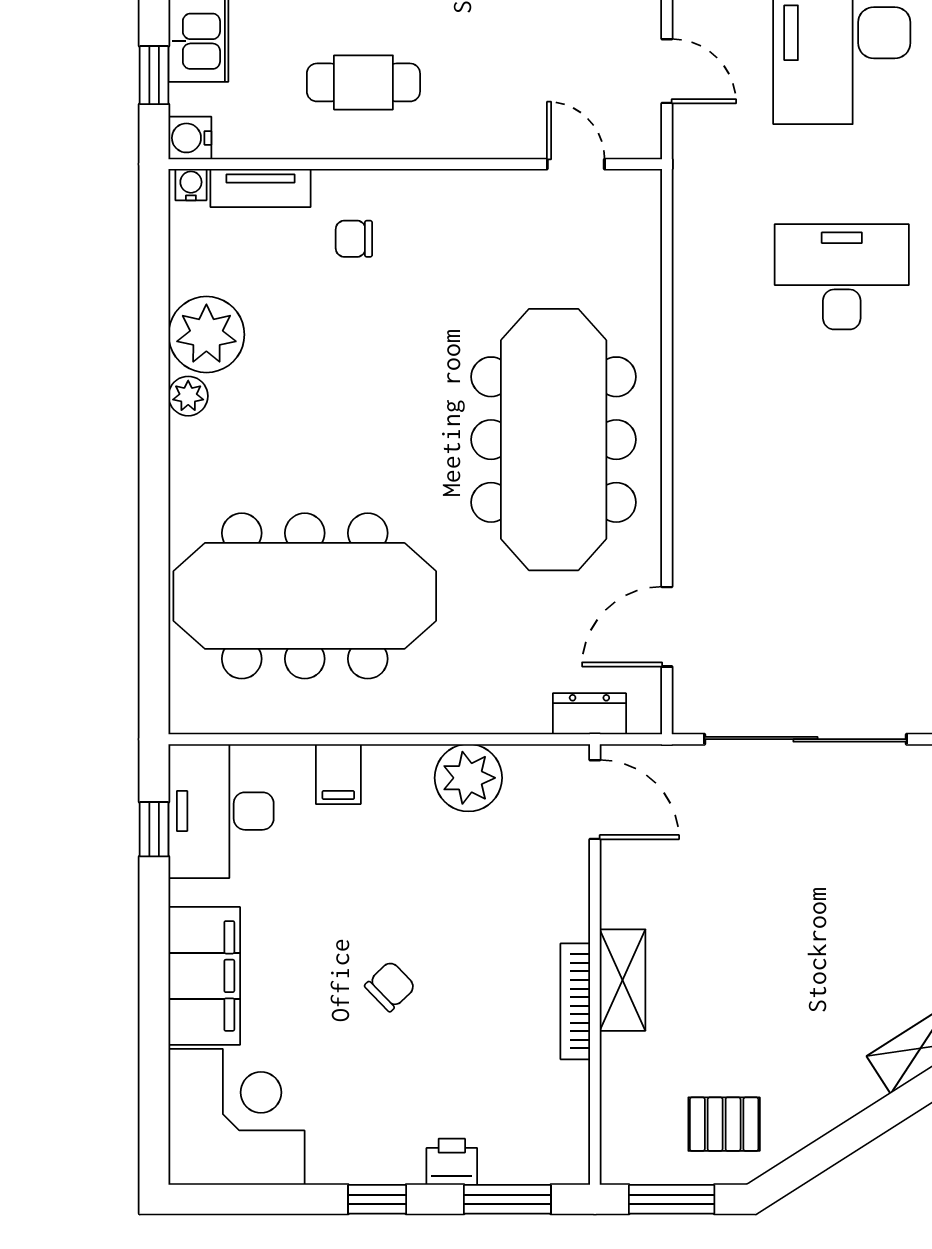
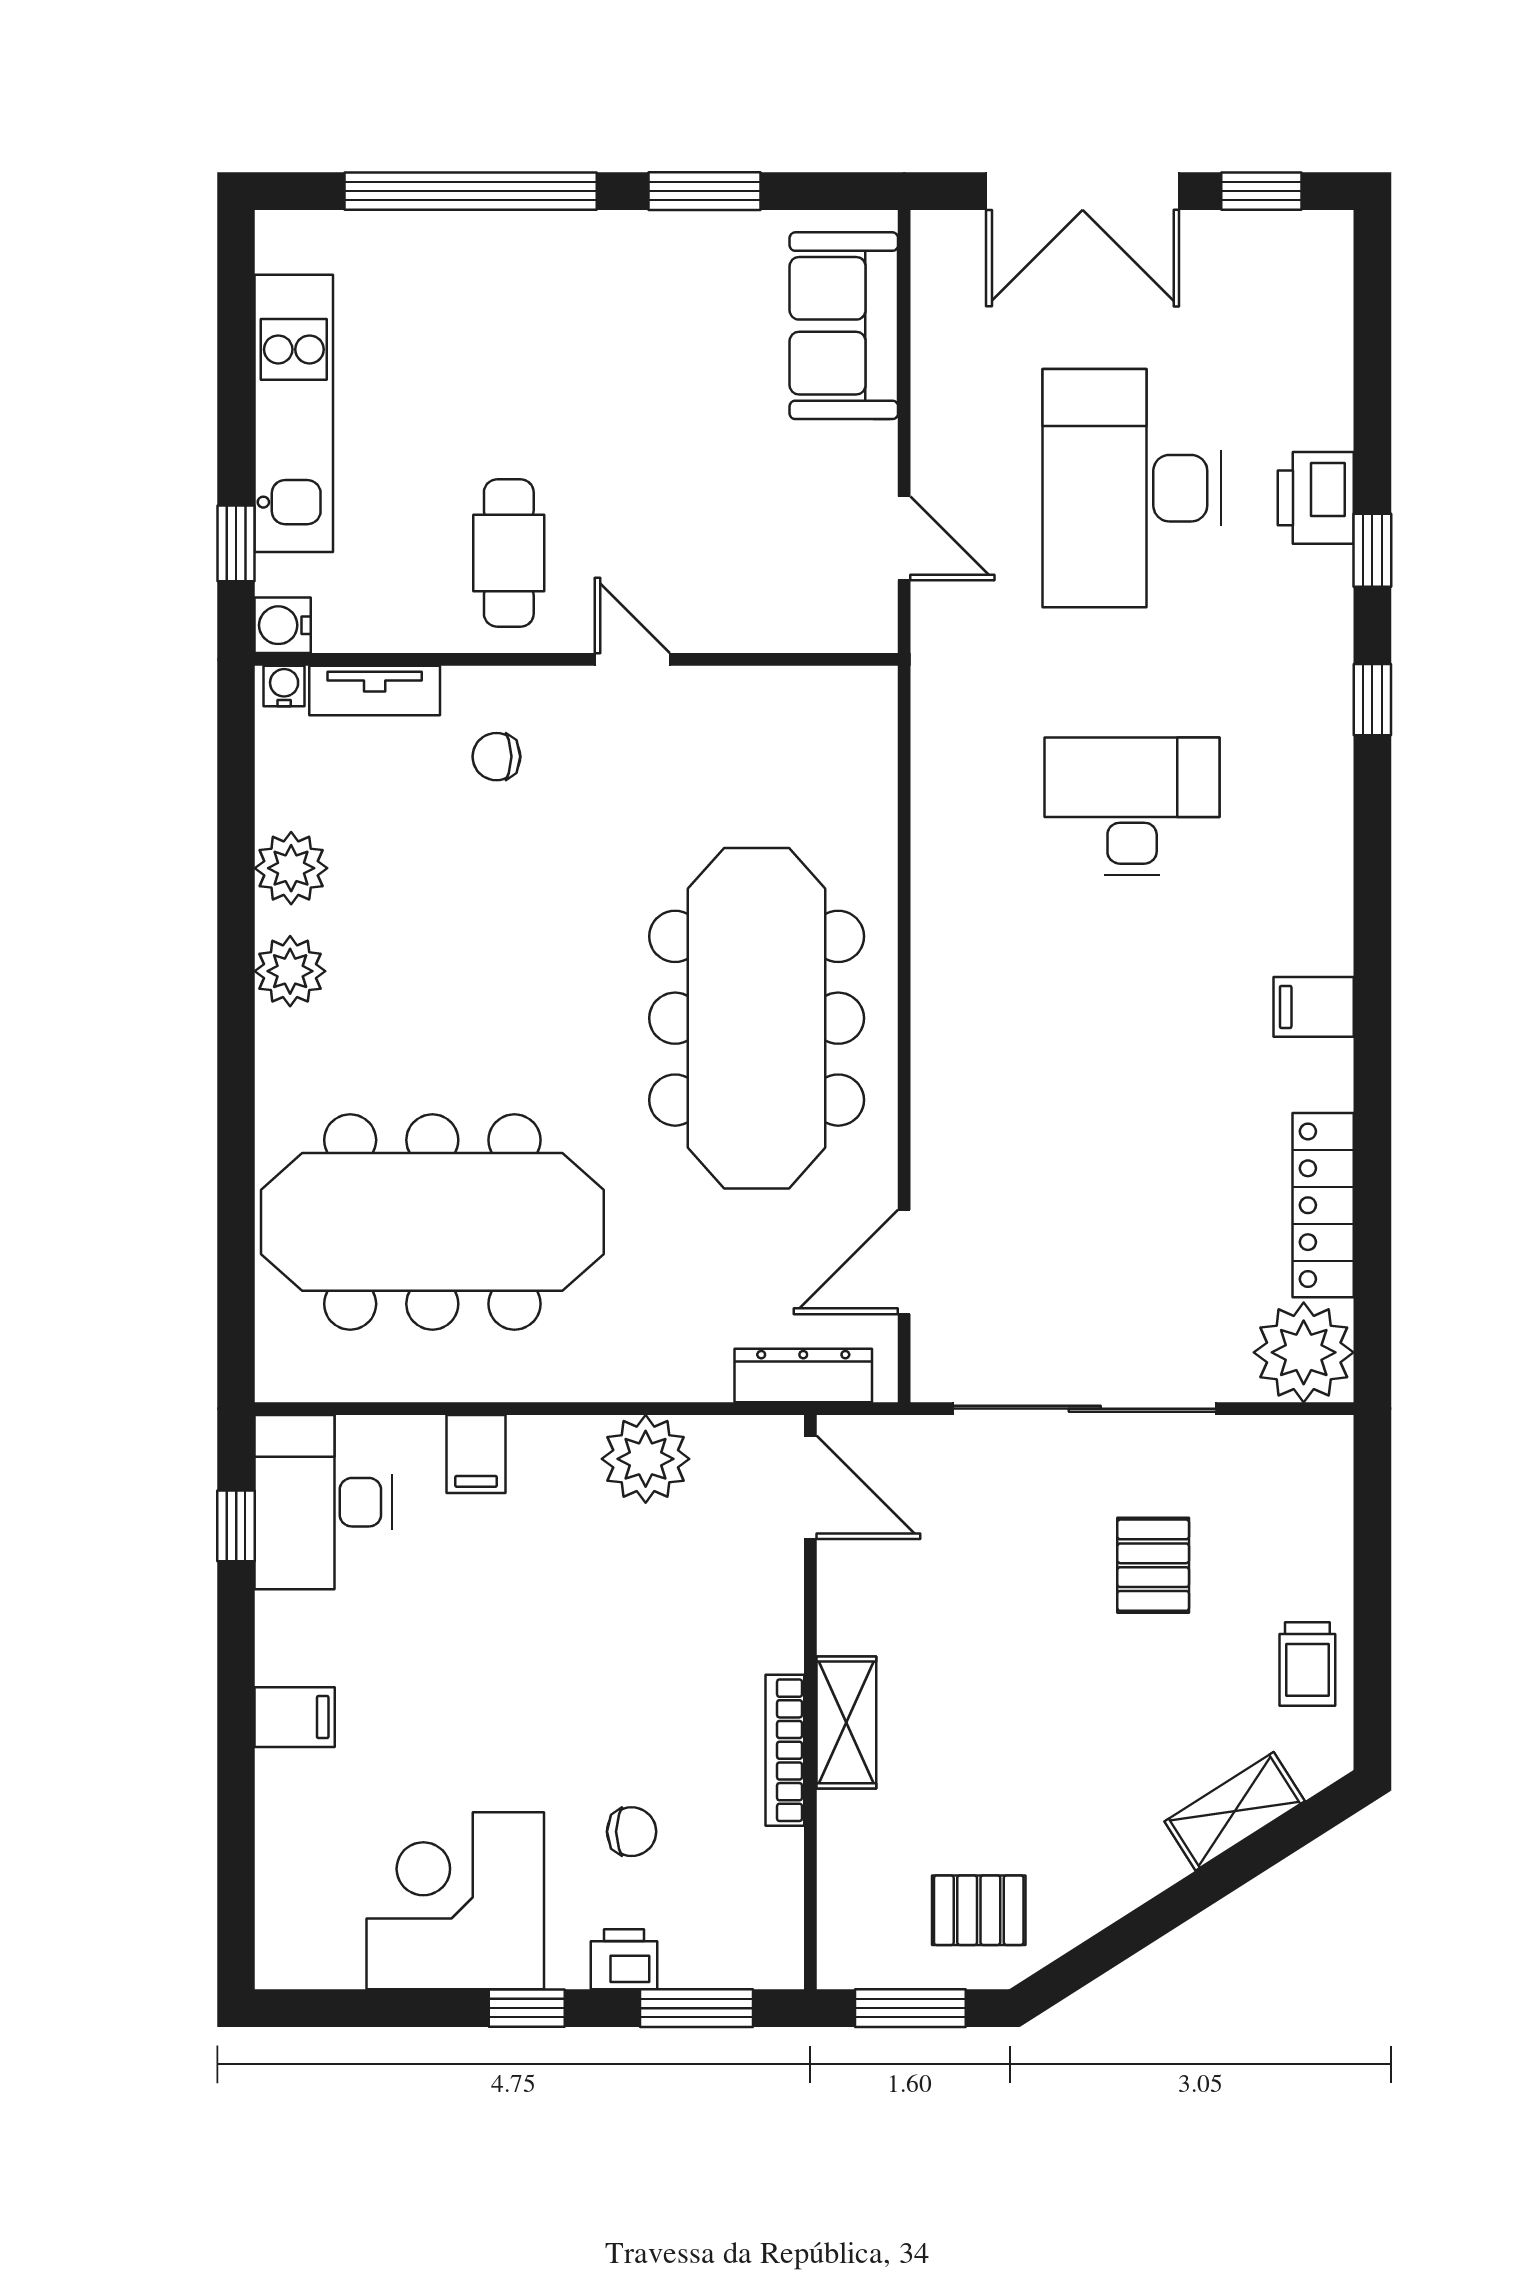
cafe table: (363, 82) -> (509, 553), turned 90
door: (576, 164) -> (632, 659), moved
plant: (206, 335) -> (291, 868), width x0.73, depth x0.73
plant: (188, 396) -> (290, 971), width x1.38, depth x1.38
dresser: (589, 714) -> (803, 1376), width x1.44
pallet: (858, 859) -> (1153, 1565), added
filing cabinet: (204, 976) -> (295, 1717), width x0.33, depth x0.86
chair: (390, 986) -> (632, 1832), moved, turned 44
corner desk: (236, 1117) -> (455, 1901), moved, turned -90

